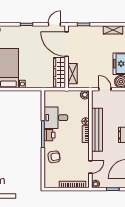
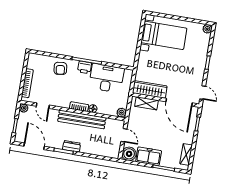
door: (67, 44) -> (179, 102), swing flipped
door: (105, 89) -> (124, 135), hinge flipped
desk: (56, 118) -> (106, 78), width x1.37

